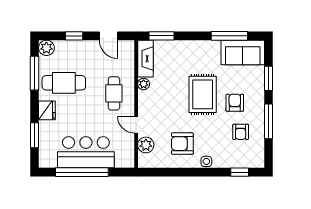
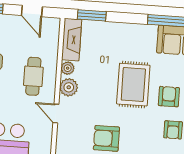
plant: (146, 145) -> (69, 87), moved

